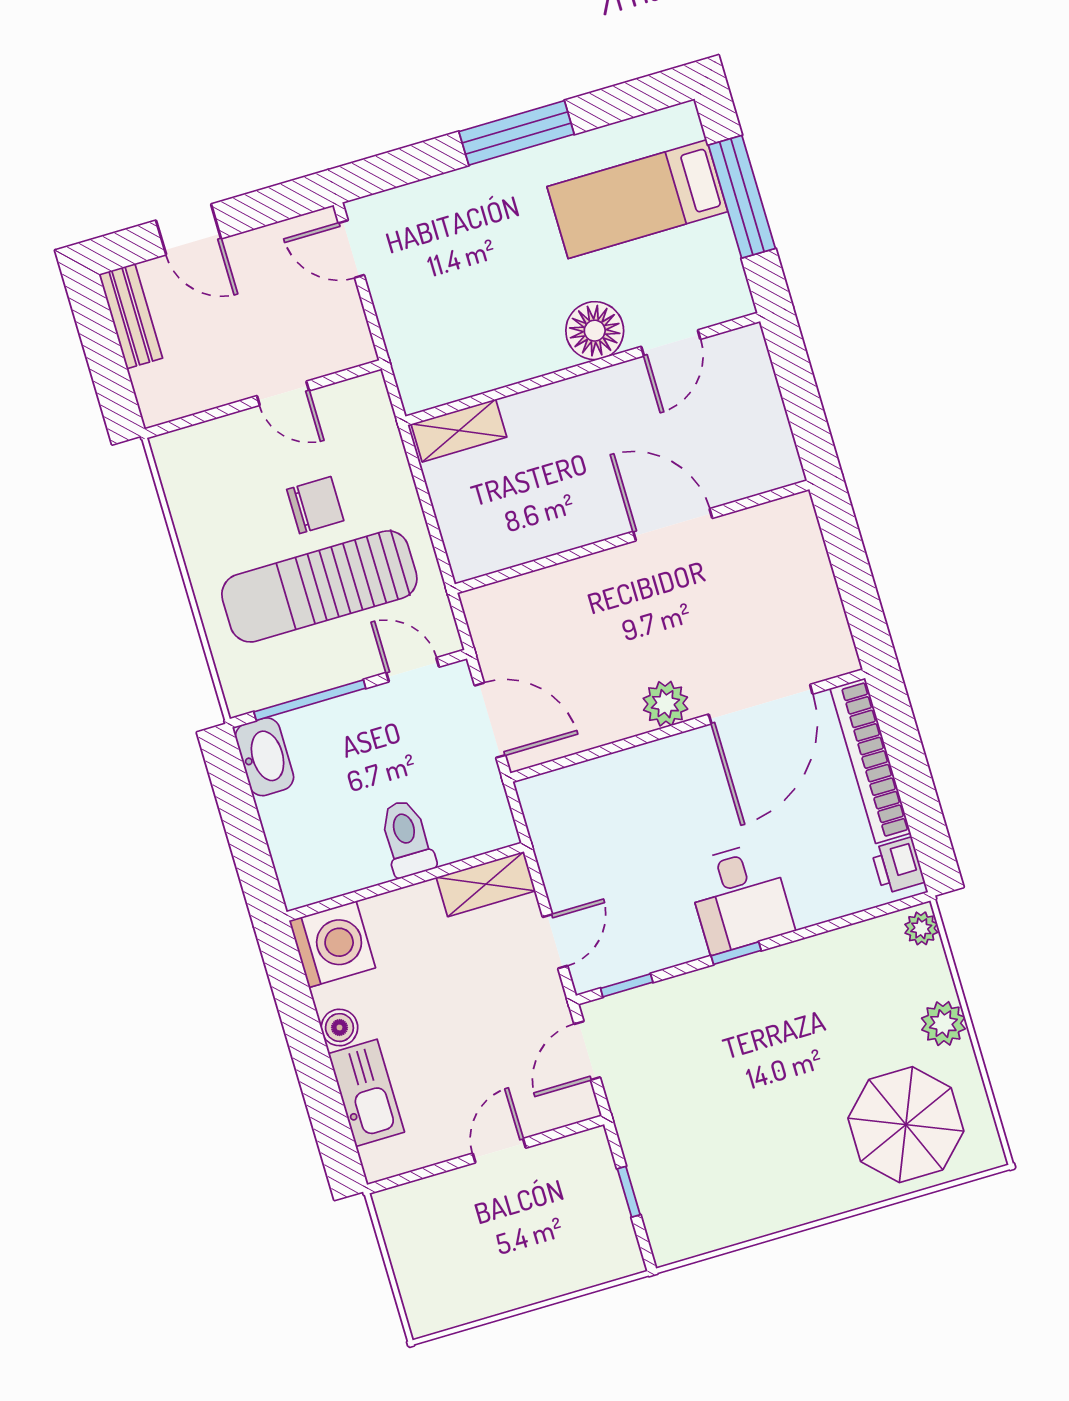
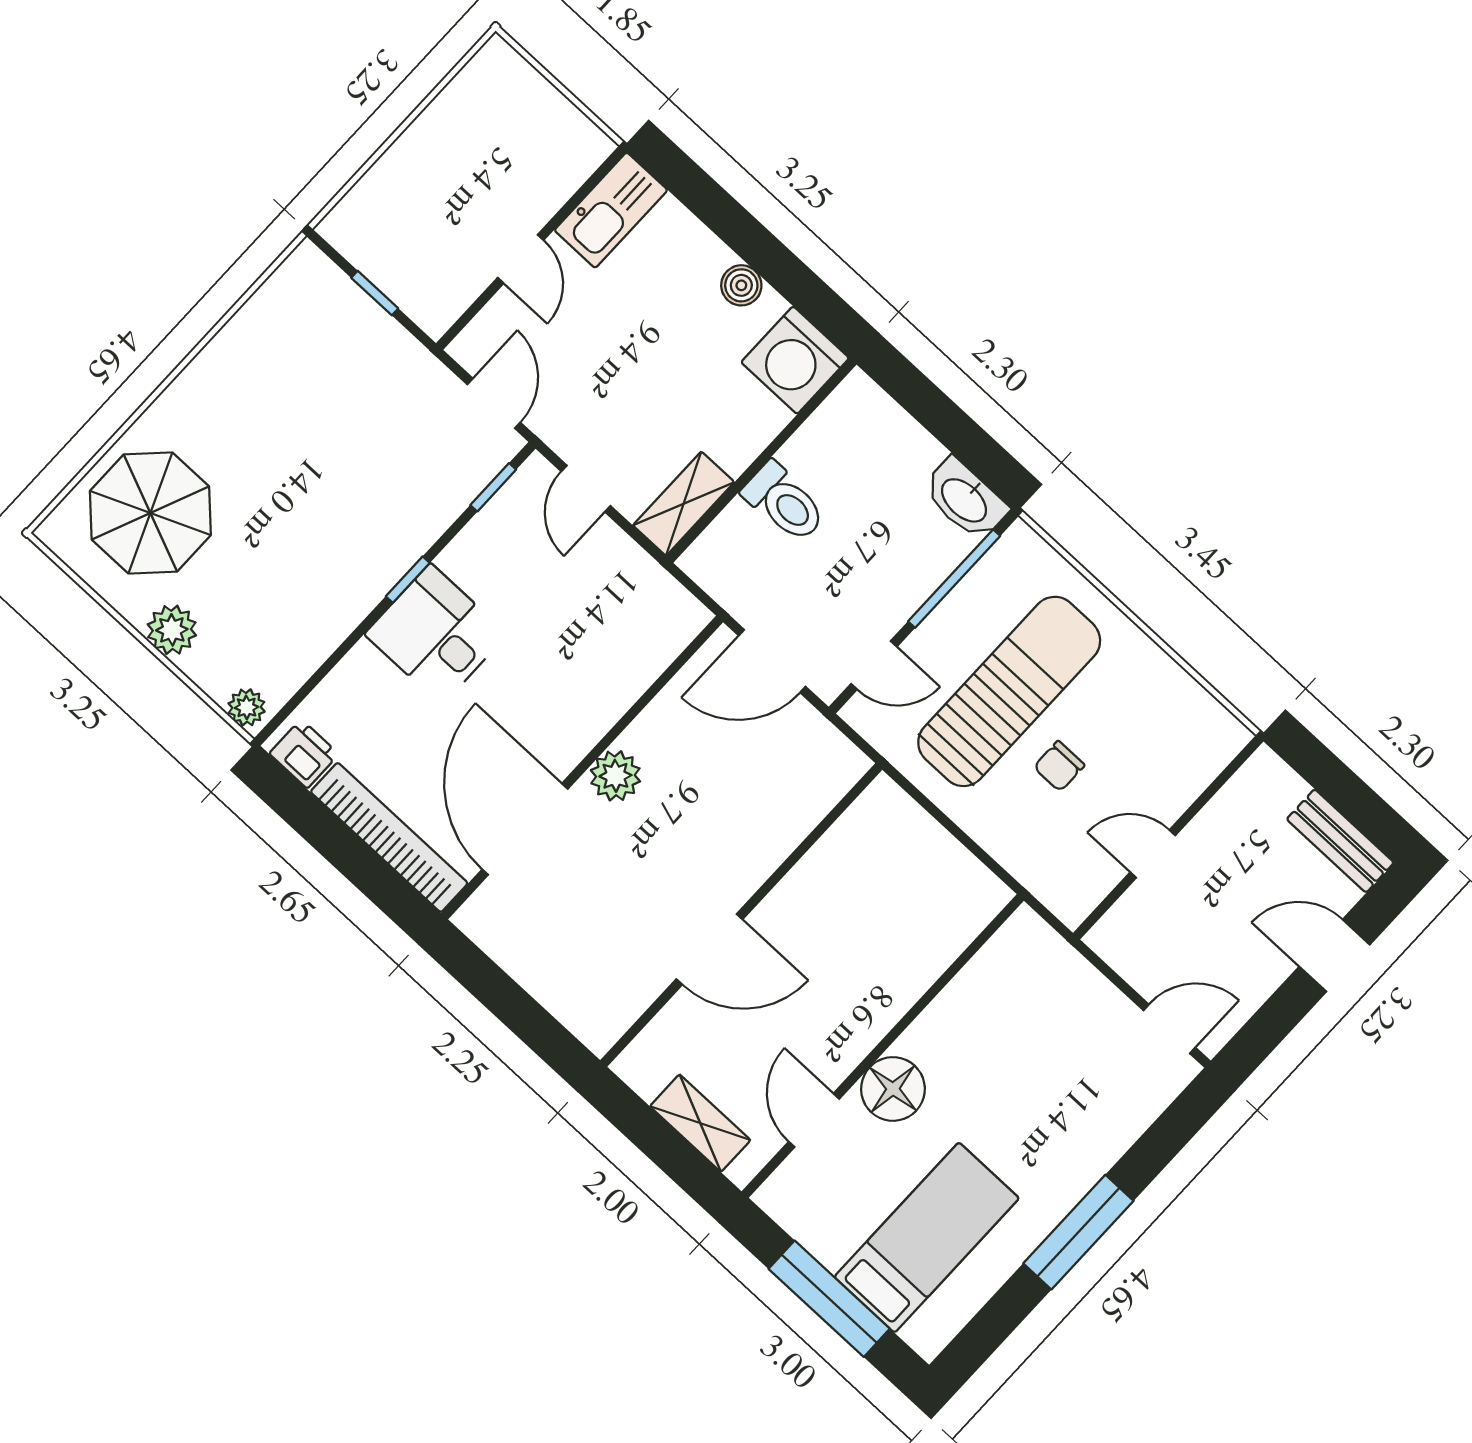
shelving: (459, 431) -> (700, 1123), moved, turned 90
chair: (315, 505) -> (1059, 766), width x0.73, depth x0.73
kitchen sink: (366, 1093) -> (611, 210), moved, turned -90

